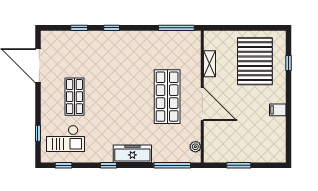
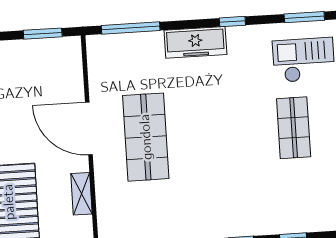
plant: (195, 147) -> (96, 60), removed
window: (63, 165) -> (304, 17), width x1.50
window: (239, 165) -> (43, 34), moved

